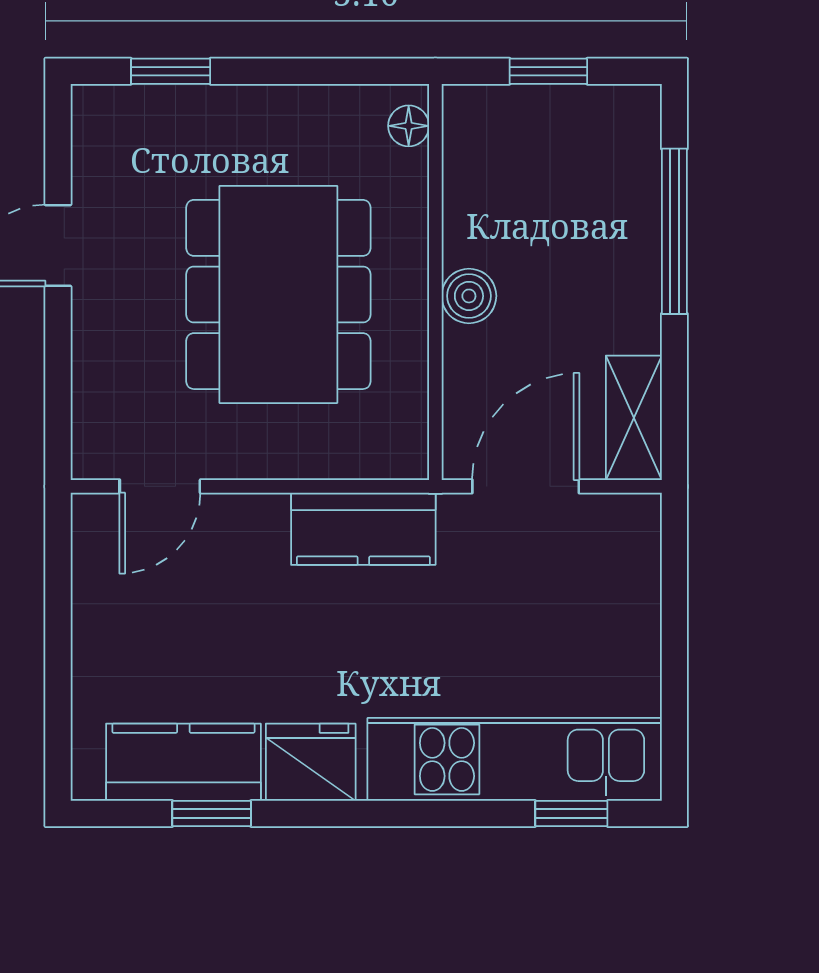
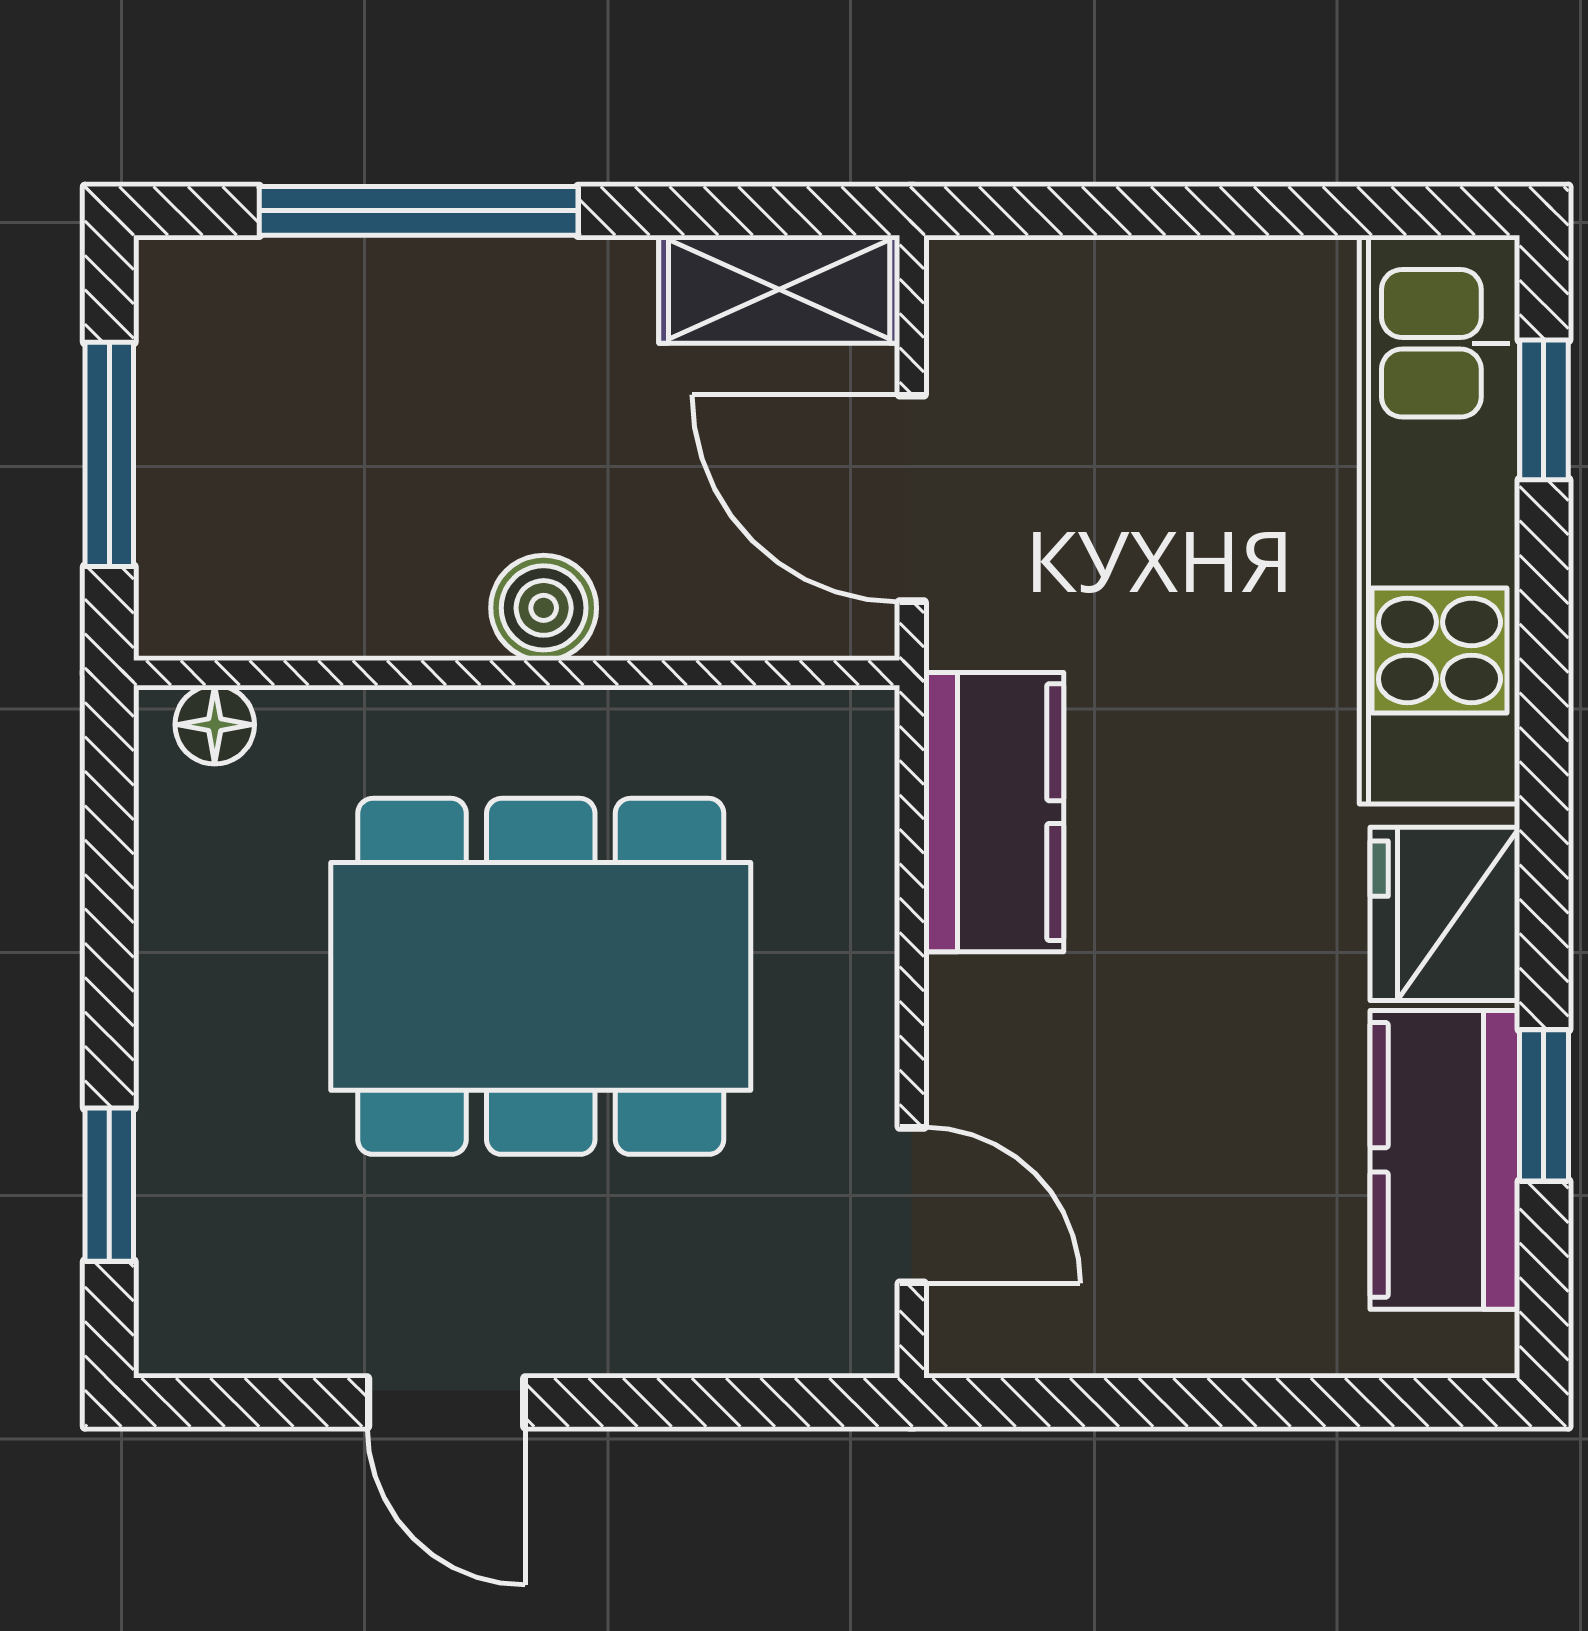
window: (548, 71) -> (109, 454), width x1.50

